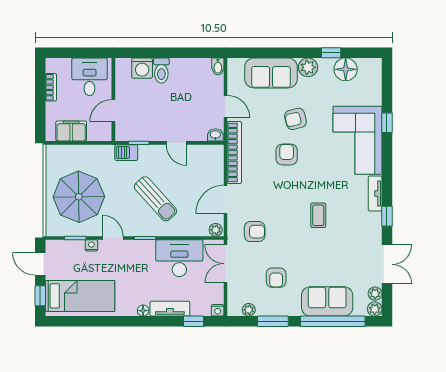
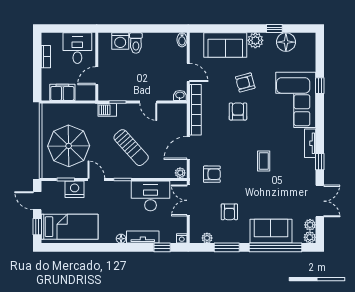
nightstand: (91, 245) -> (75, 189), width x1.89, depth x1.79

